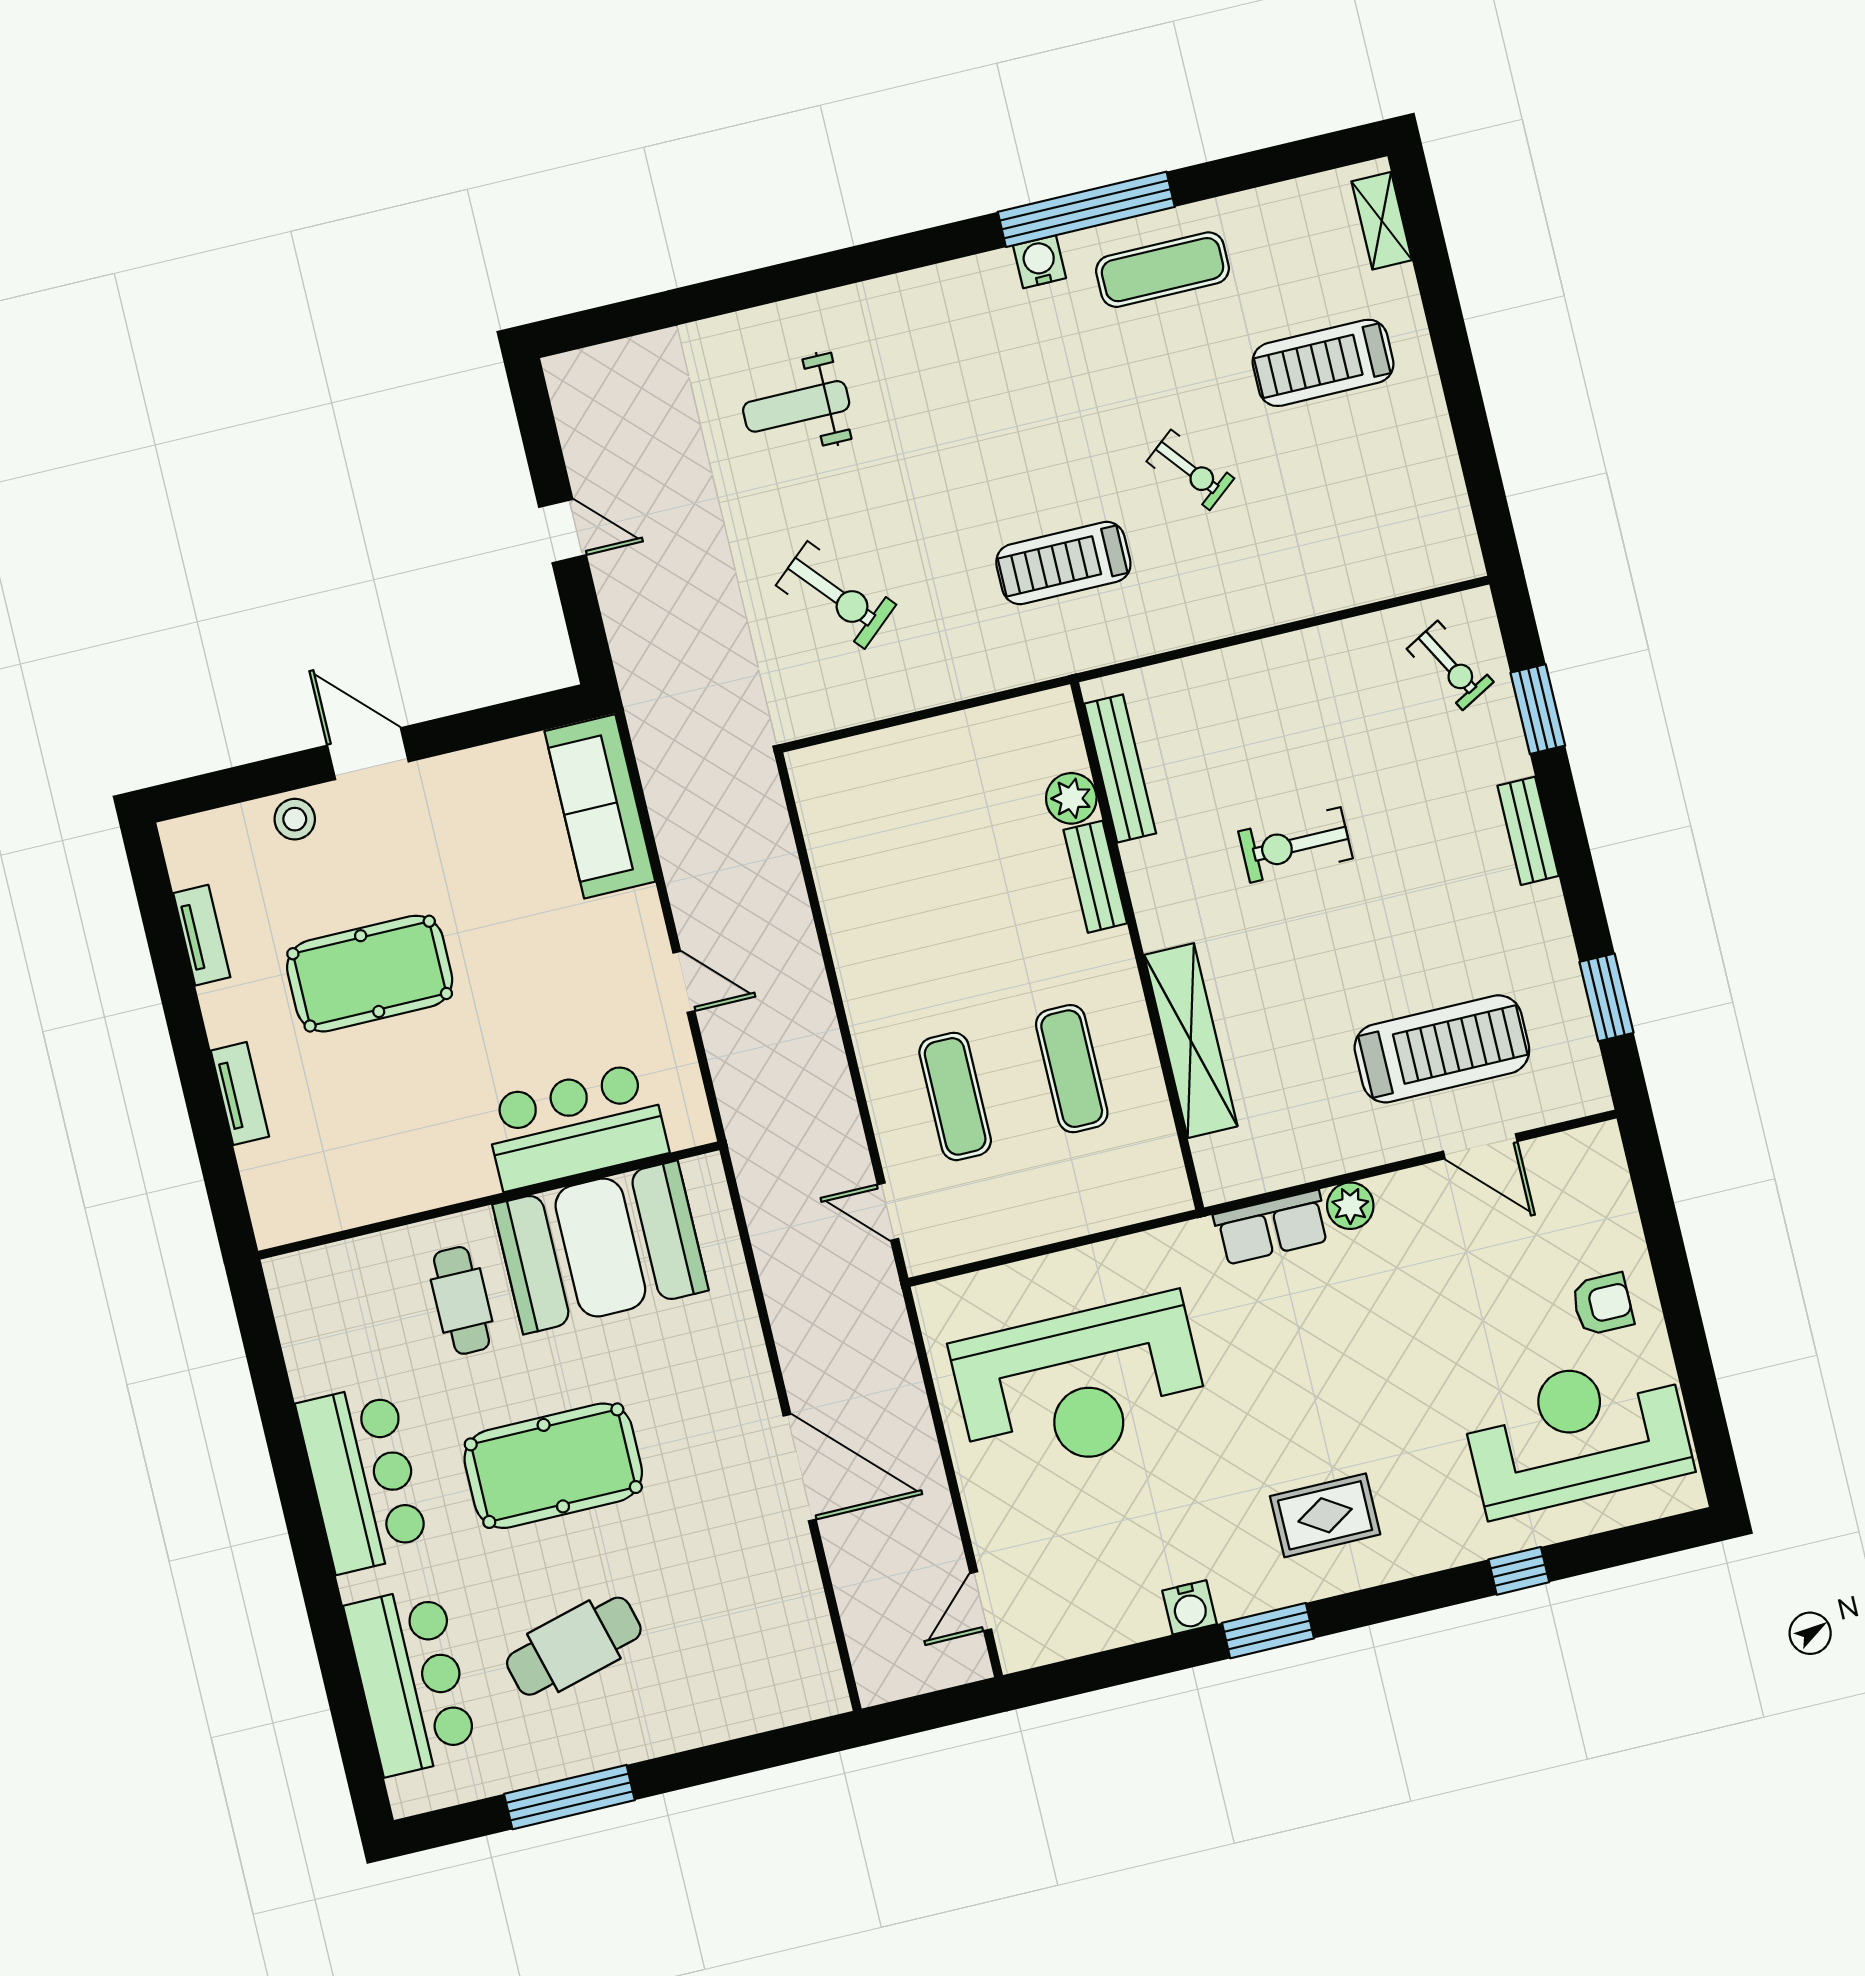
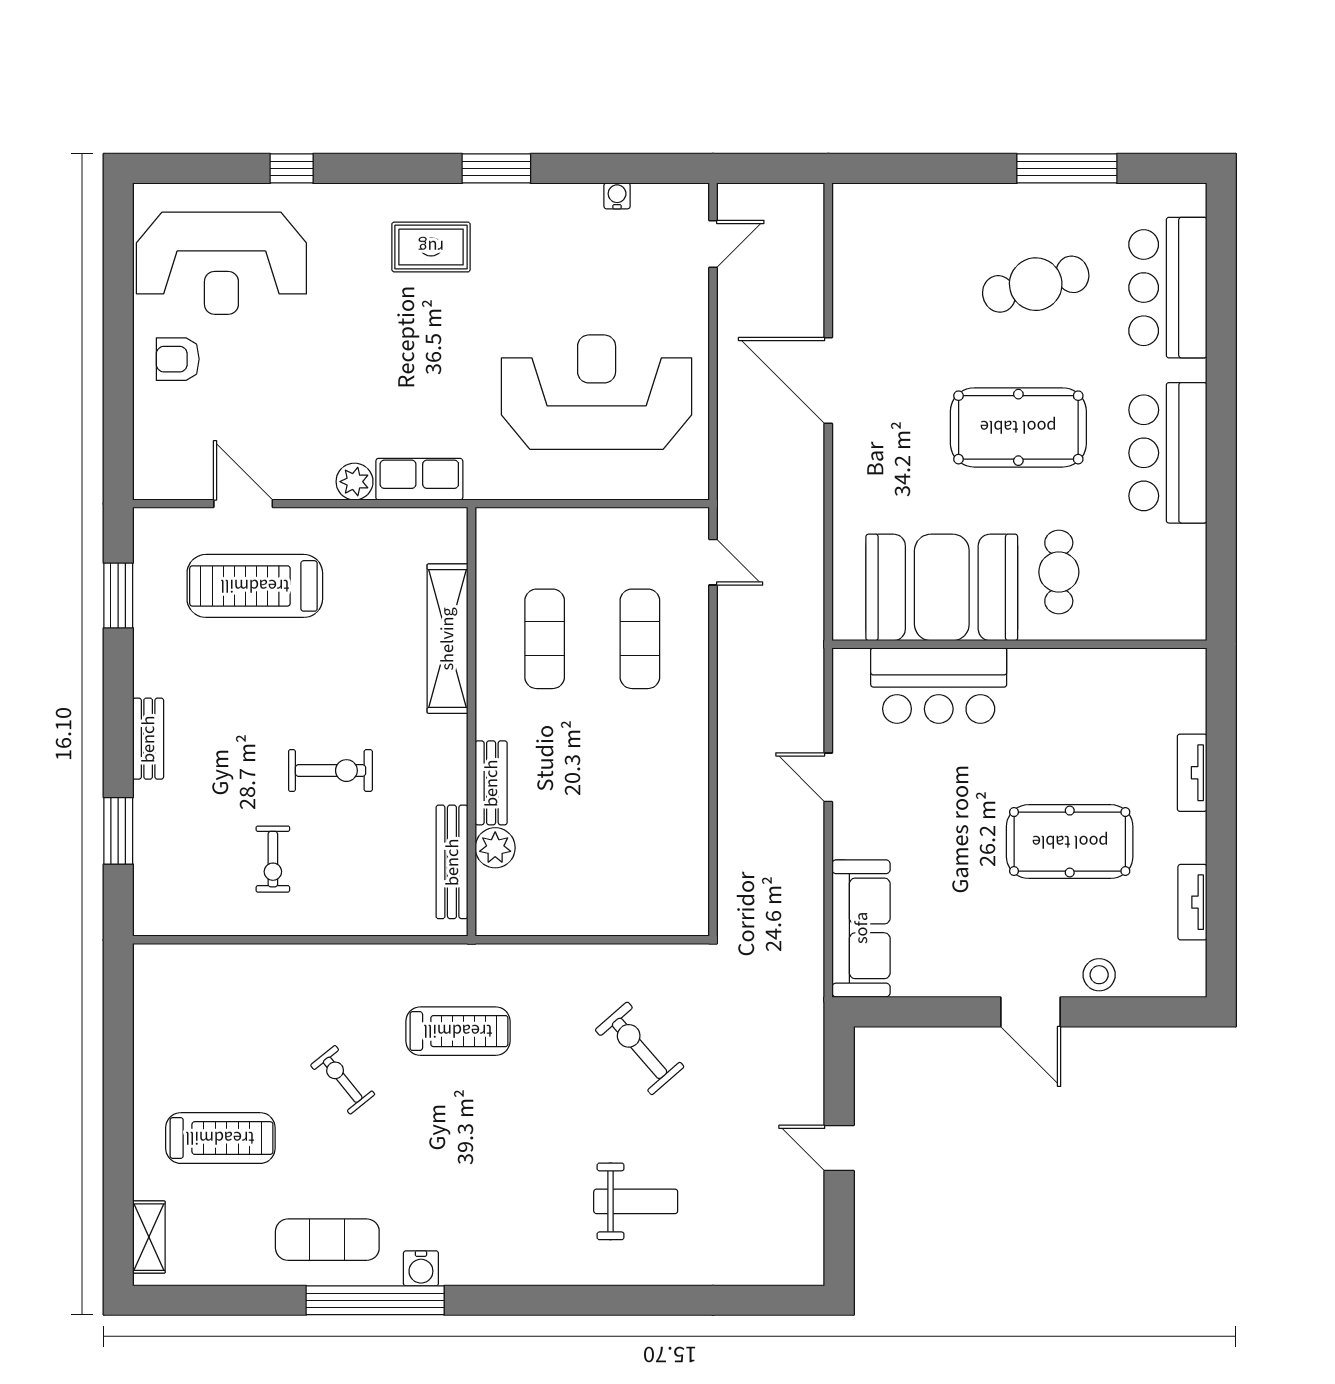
exercise bike: (1450, 665) -> (273, 859), moved, turned -151
water cooler: (1189, 1607) -> (617, 196), moved, width x0.72, depth x0.72

